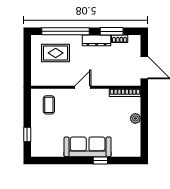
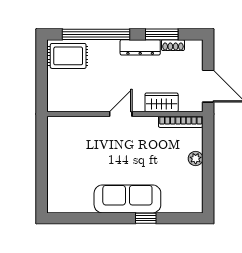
rug: (56, 53) -> (68, 56), moved
wardrobe: (112, 79) -> (162, 102), added
coffee table: (49, 105) -> (72, 139), removed
window: (27, 134) -> (42, 181), removed

